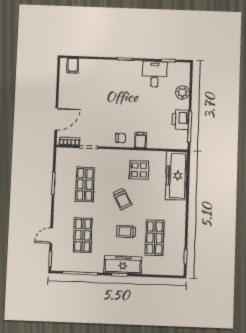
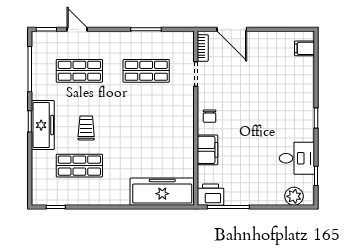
plant: (182, 92) -> (294, 196), moved
printer: (180, 119) -> (211, 195), moved
filing cabinet: (140, 140) -> (208, 150), width x2.00
display table: (139, 170) -> (168, 142), removed
trolley: (122, 199) -> (129, 121), removed

